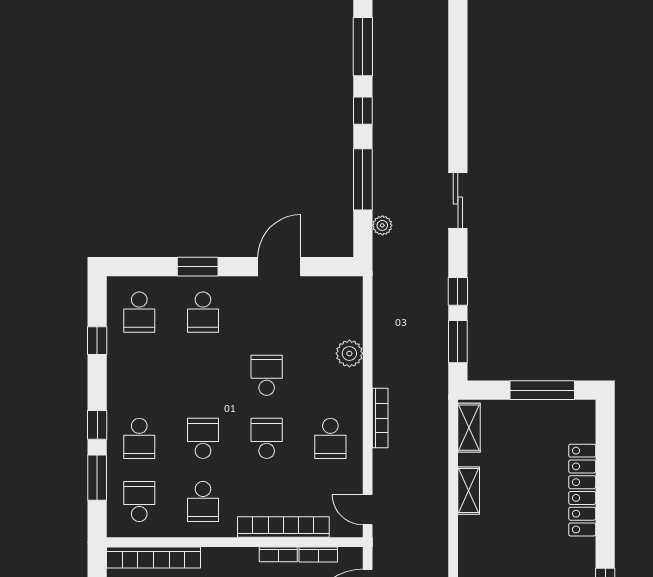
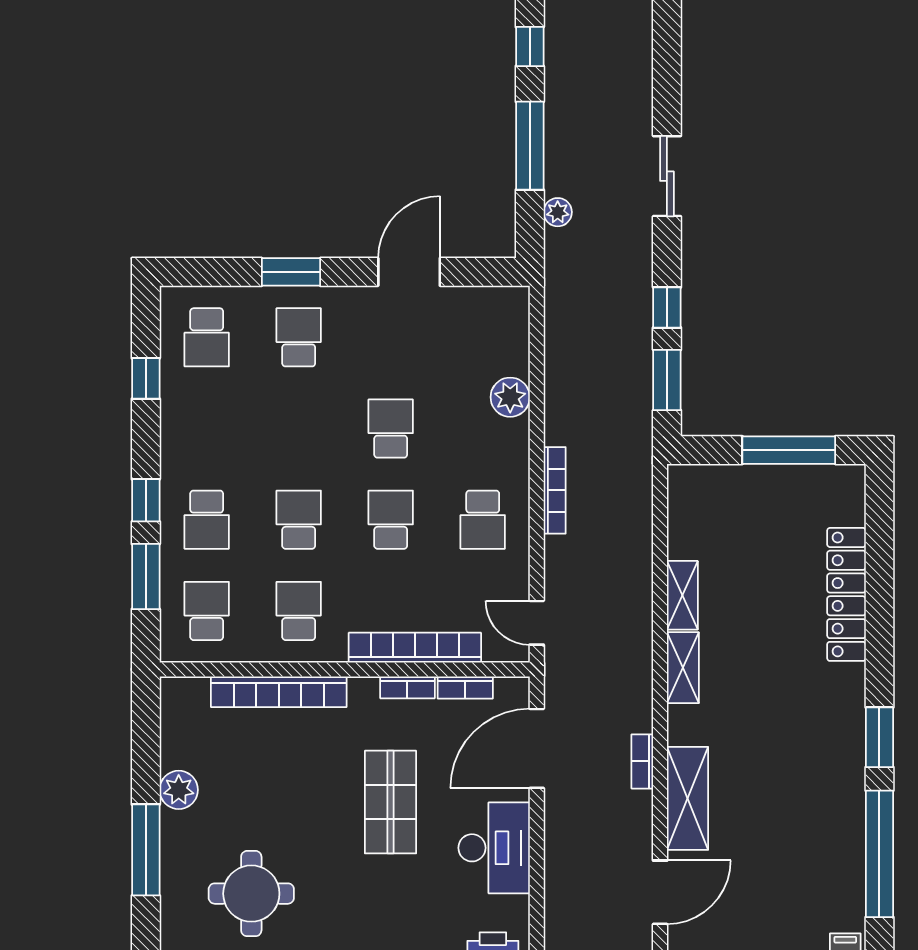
school desk: (203, 312) -> (299, 337), turned 180
shelving: (469, 428) -> (683, 668), moved
school desk: (203, 501) -> (299, 611), turned 180
bookcase: (154, 557) -> (279, 692), moved

